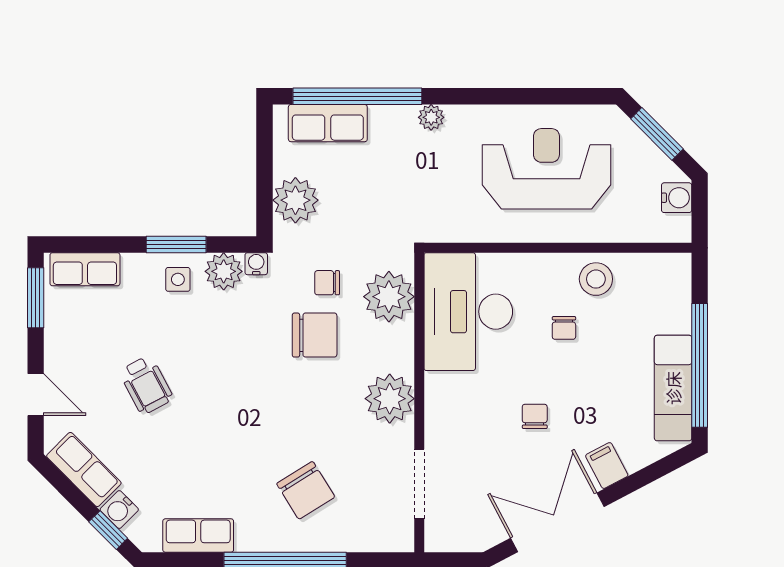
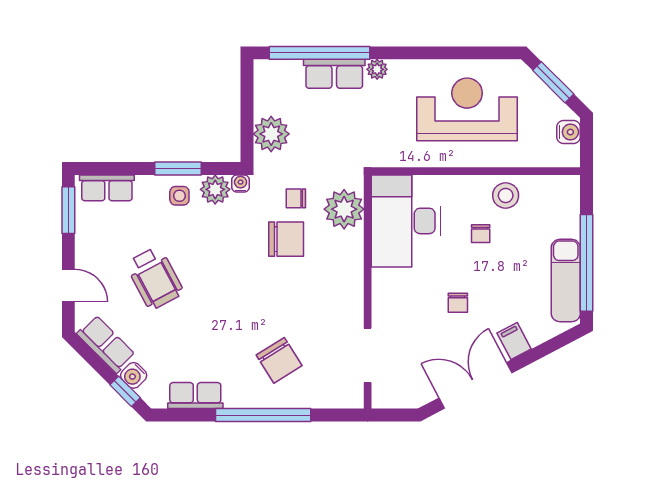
row of seats: (328, 123) -> (334, 74), moved
wheelchair: (146, 385) -> (155, 278), width x1.36, depth x1.37
plant: (390, 399) -> (345, 289), removed
chair: (535, 416) -> (458, 303), turned 180

